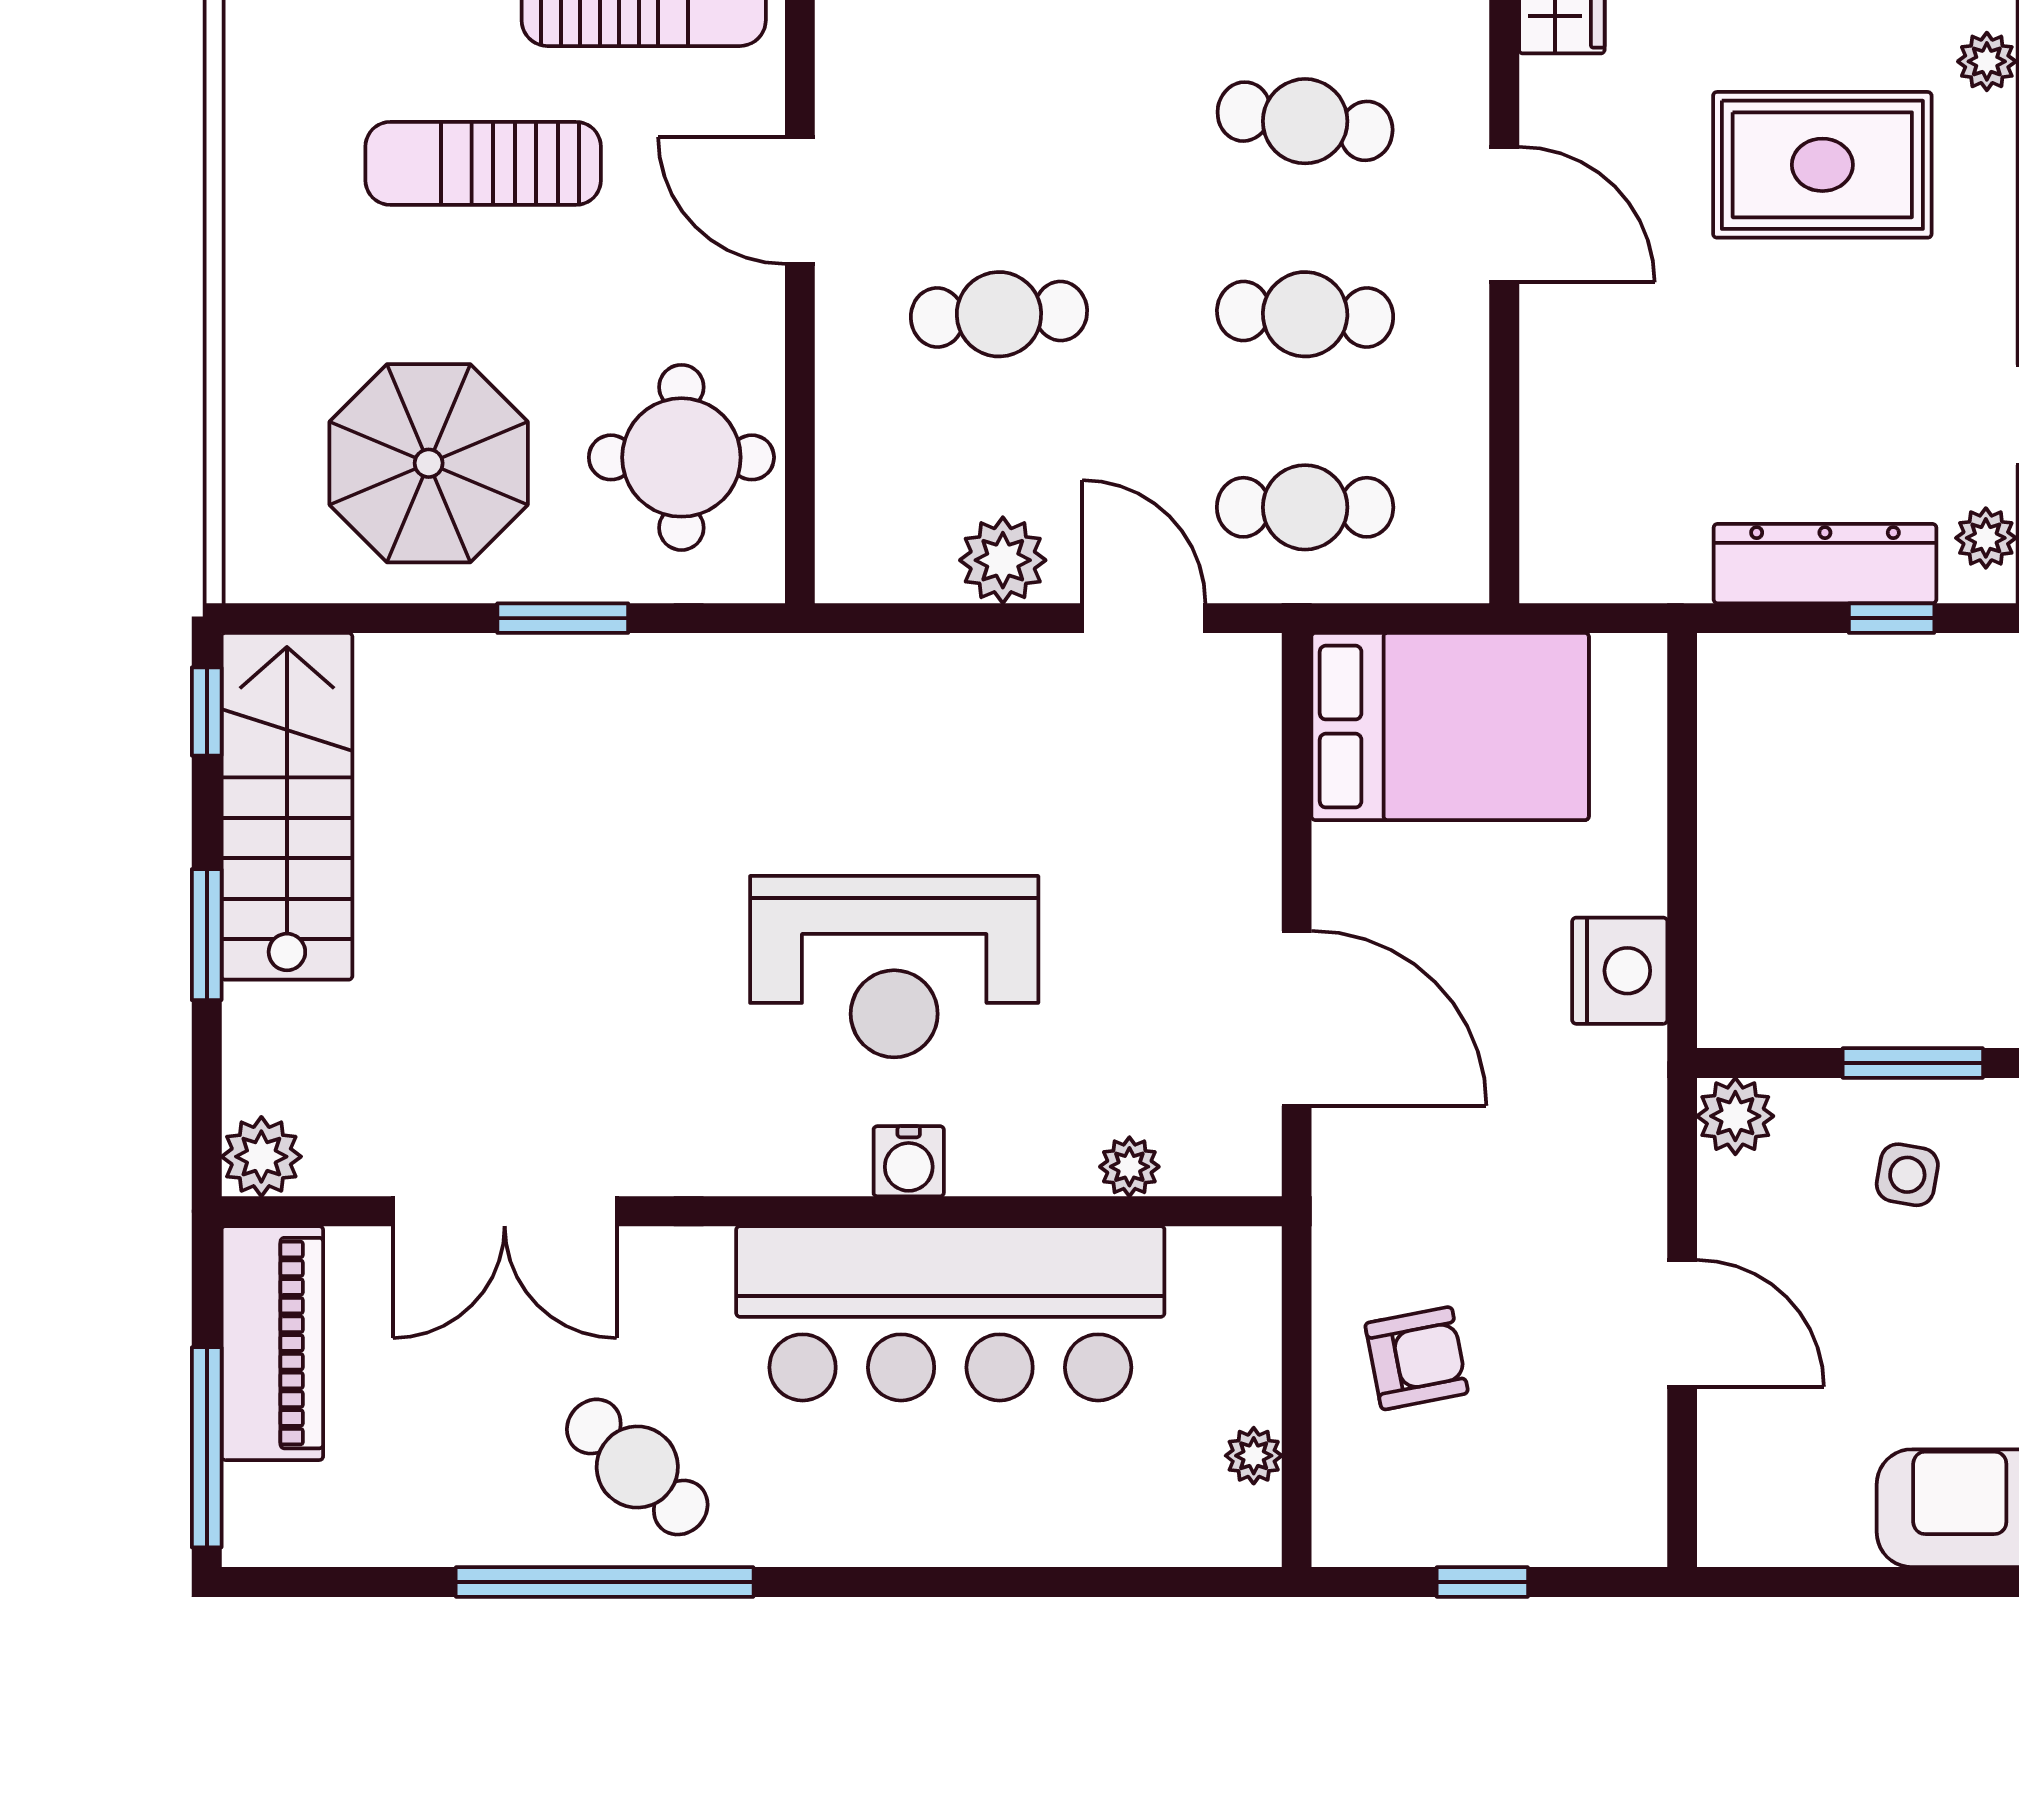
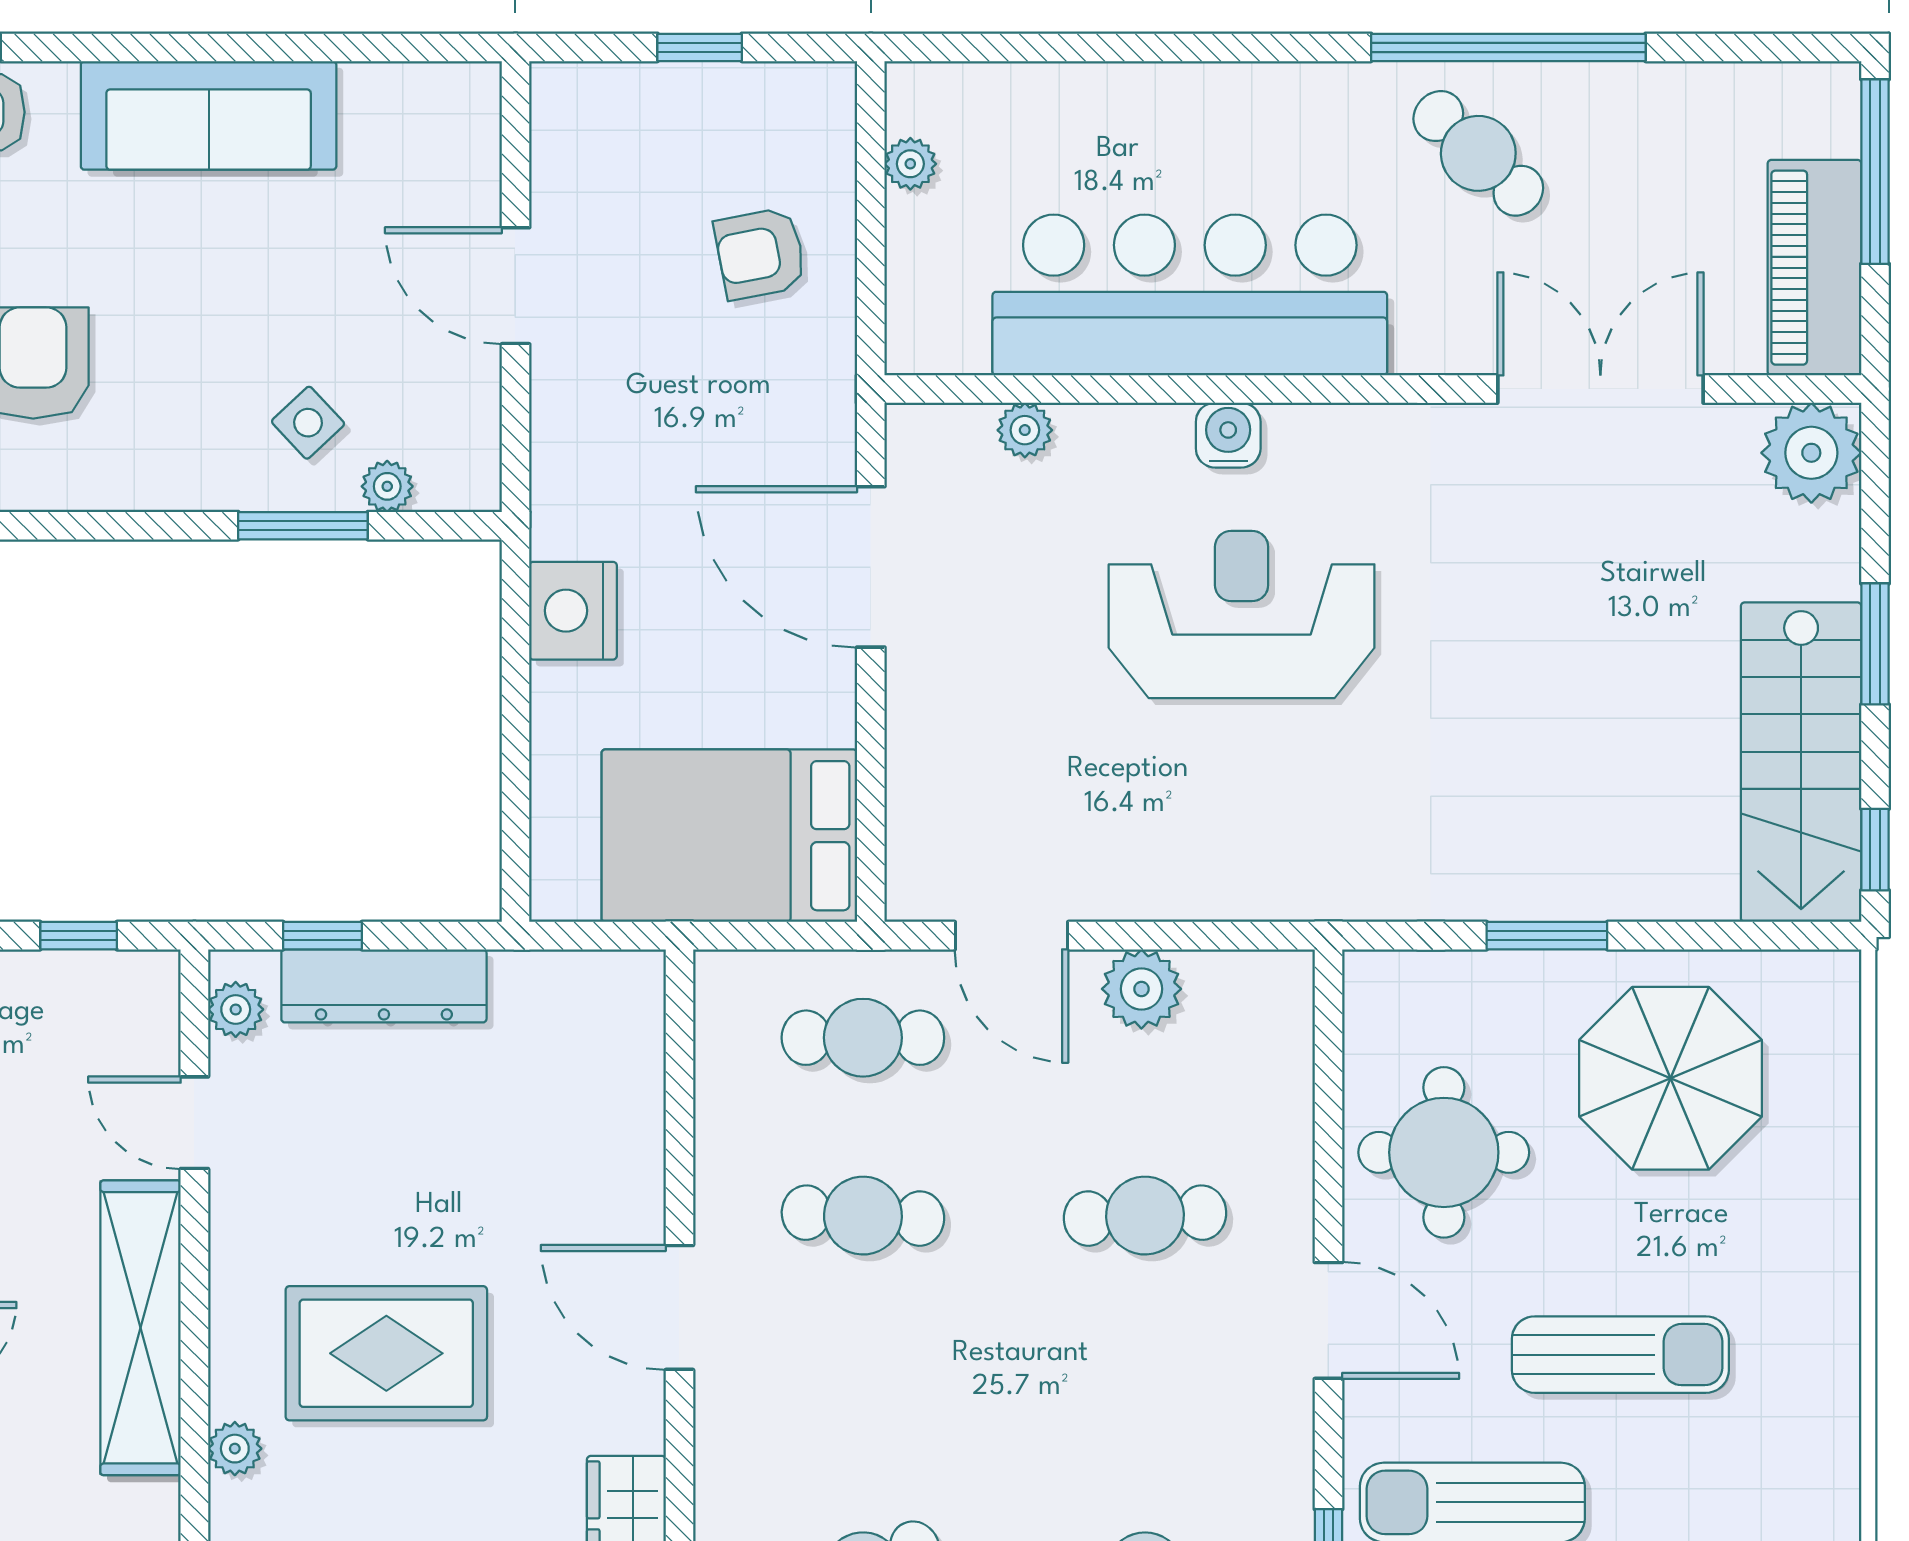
cafe table: (1305, 121) -> (863, 1393), removed
round table: (681, 457) -> (1444, 1152), moved
plant: (1735, 1116) -> (387, 486), moved, width x0.73, depth x0.73
plant: (261, 1157) -> (1811, 453), width x1.36, depth x1.36
side table: (1907, 1175) -> (308, 423), turned 37

